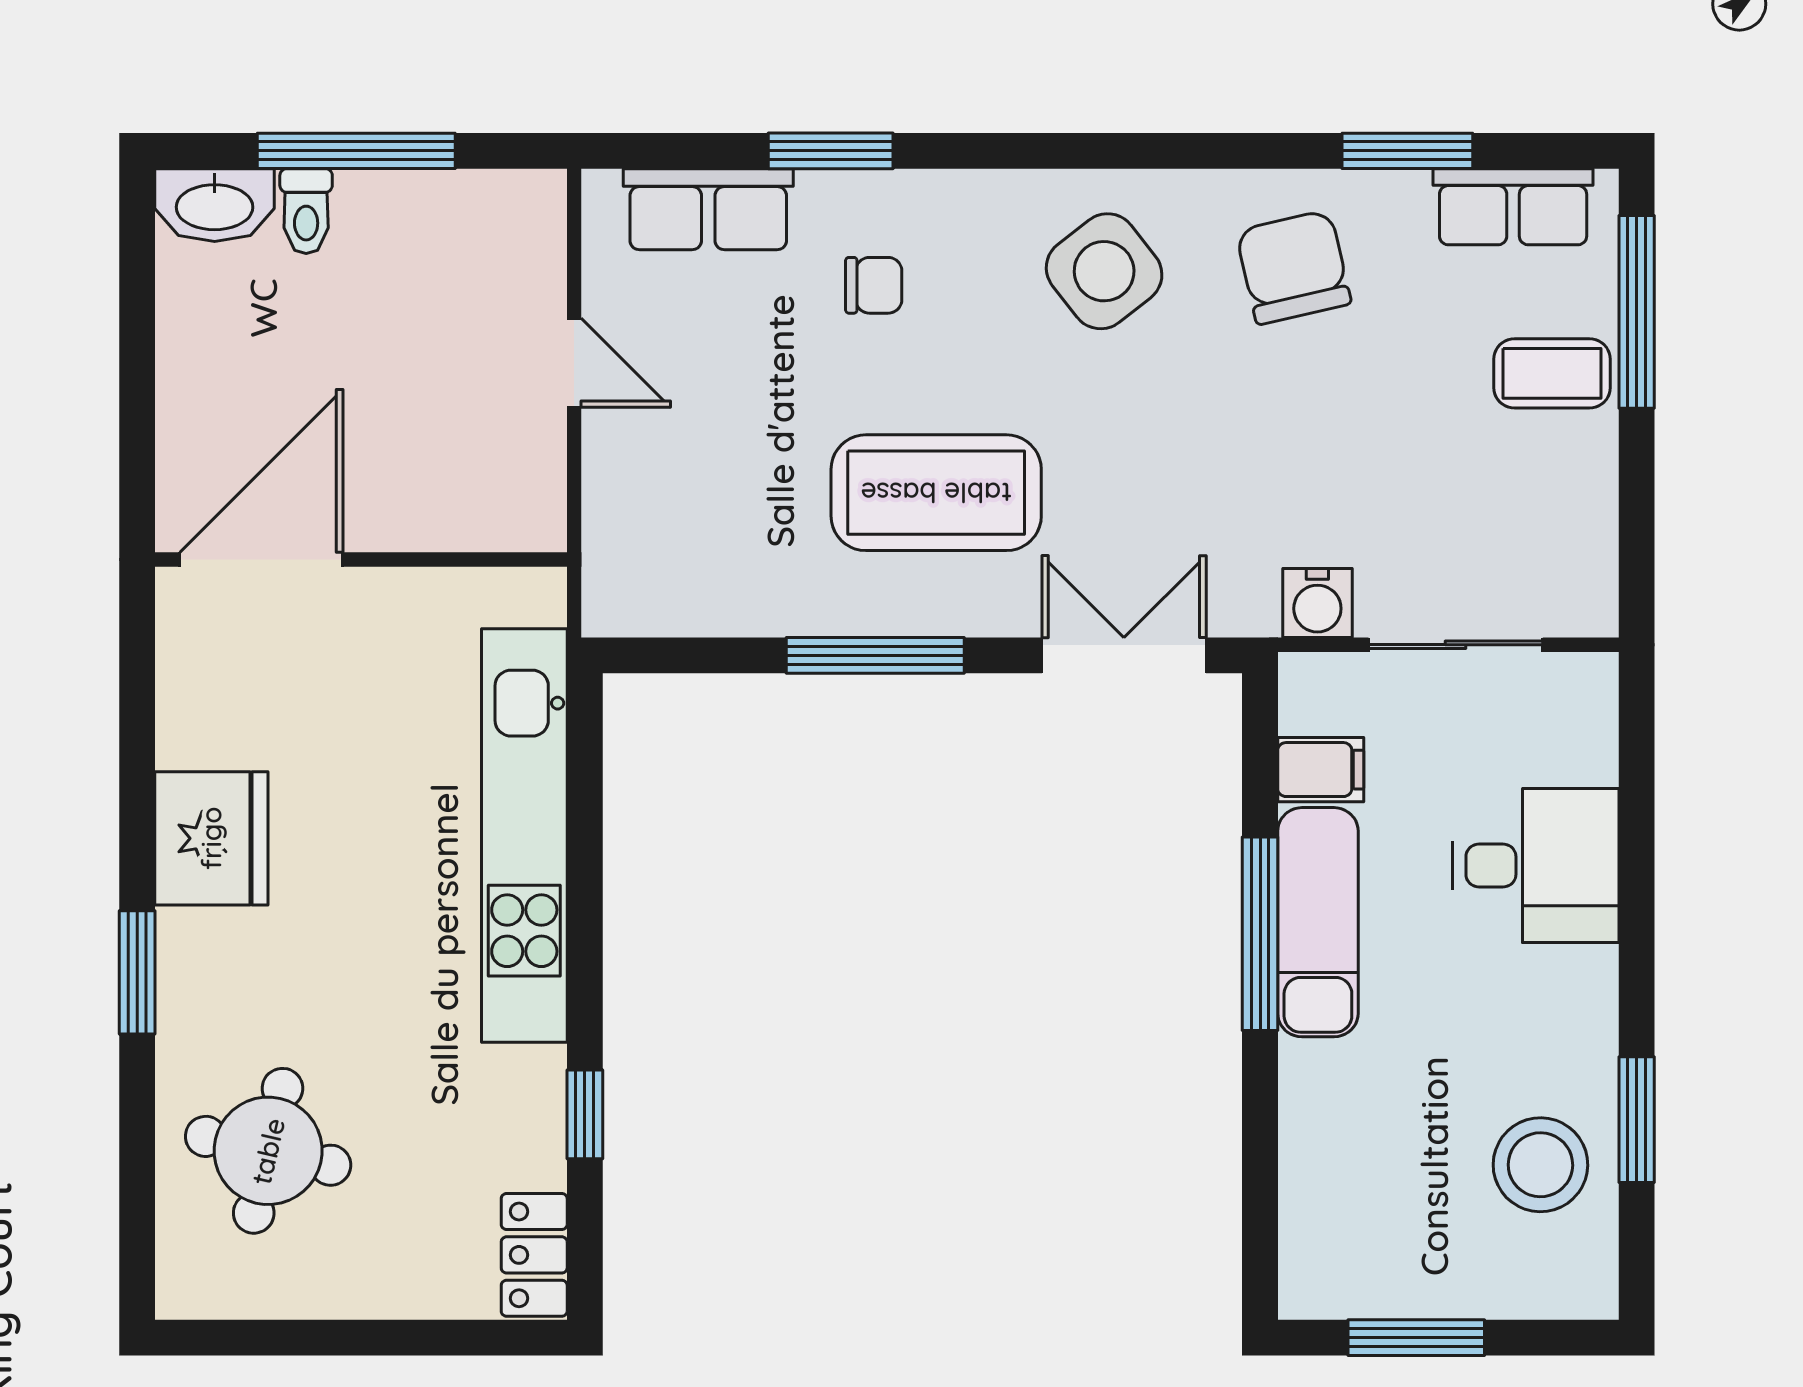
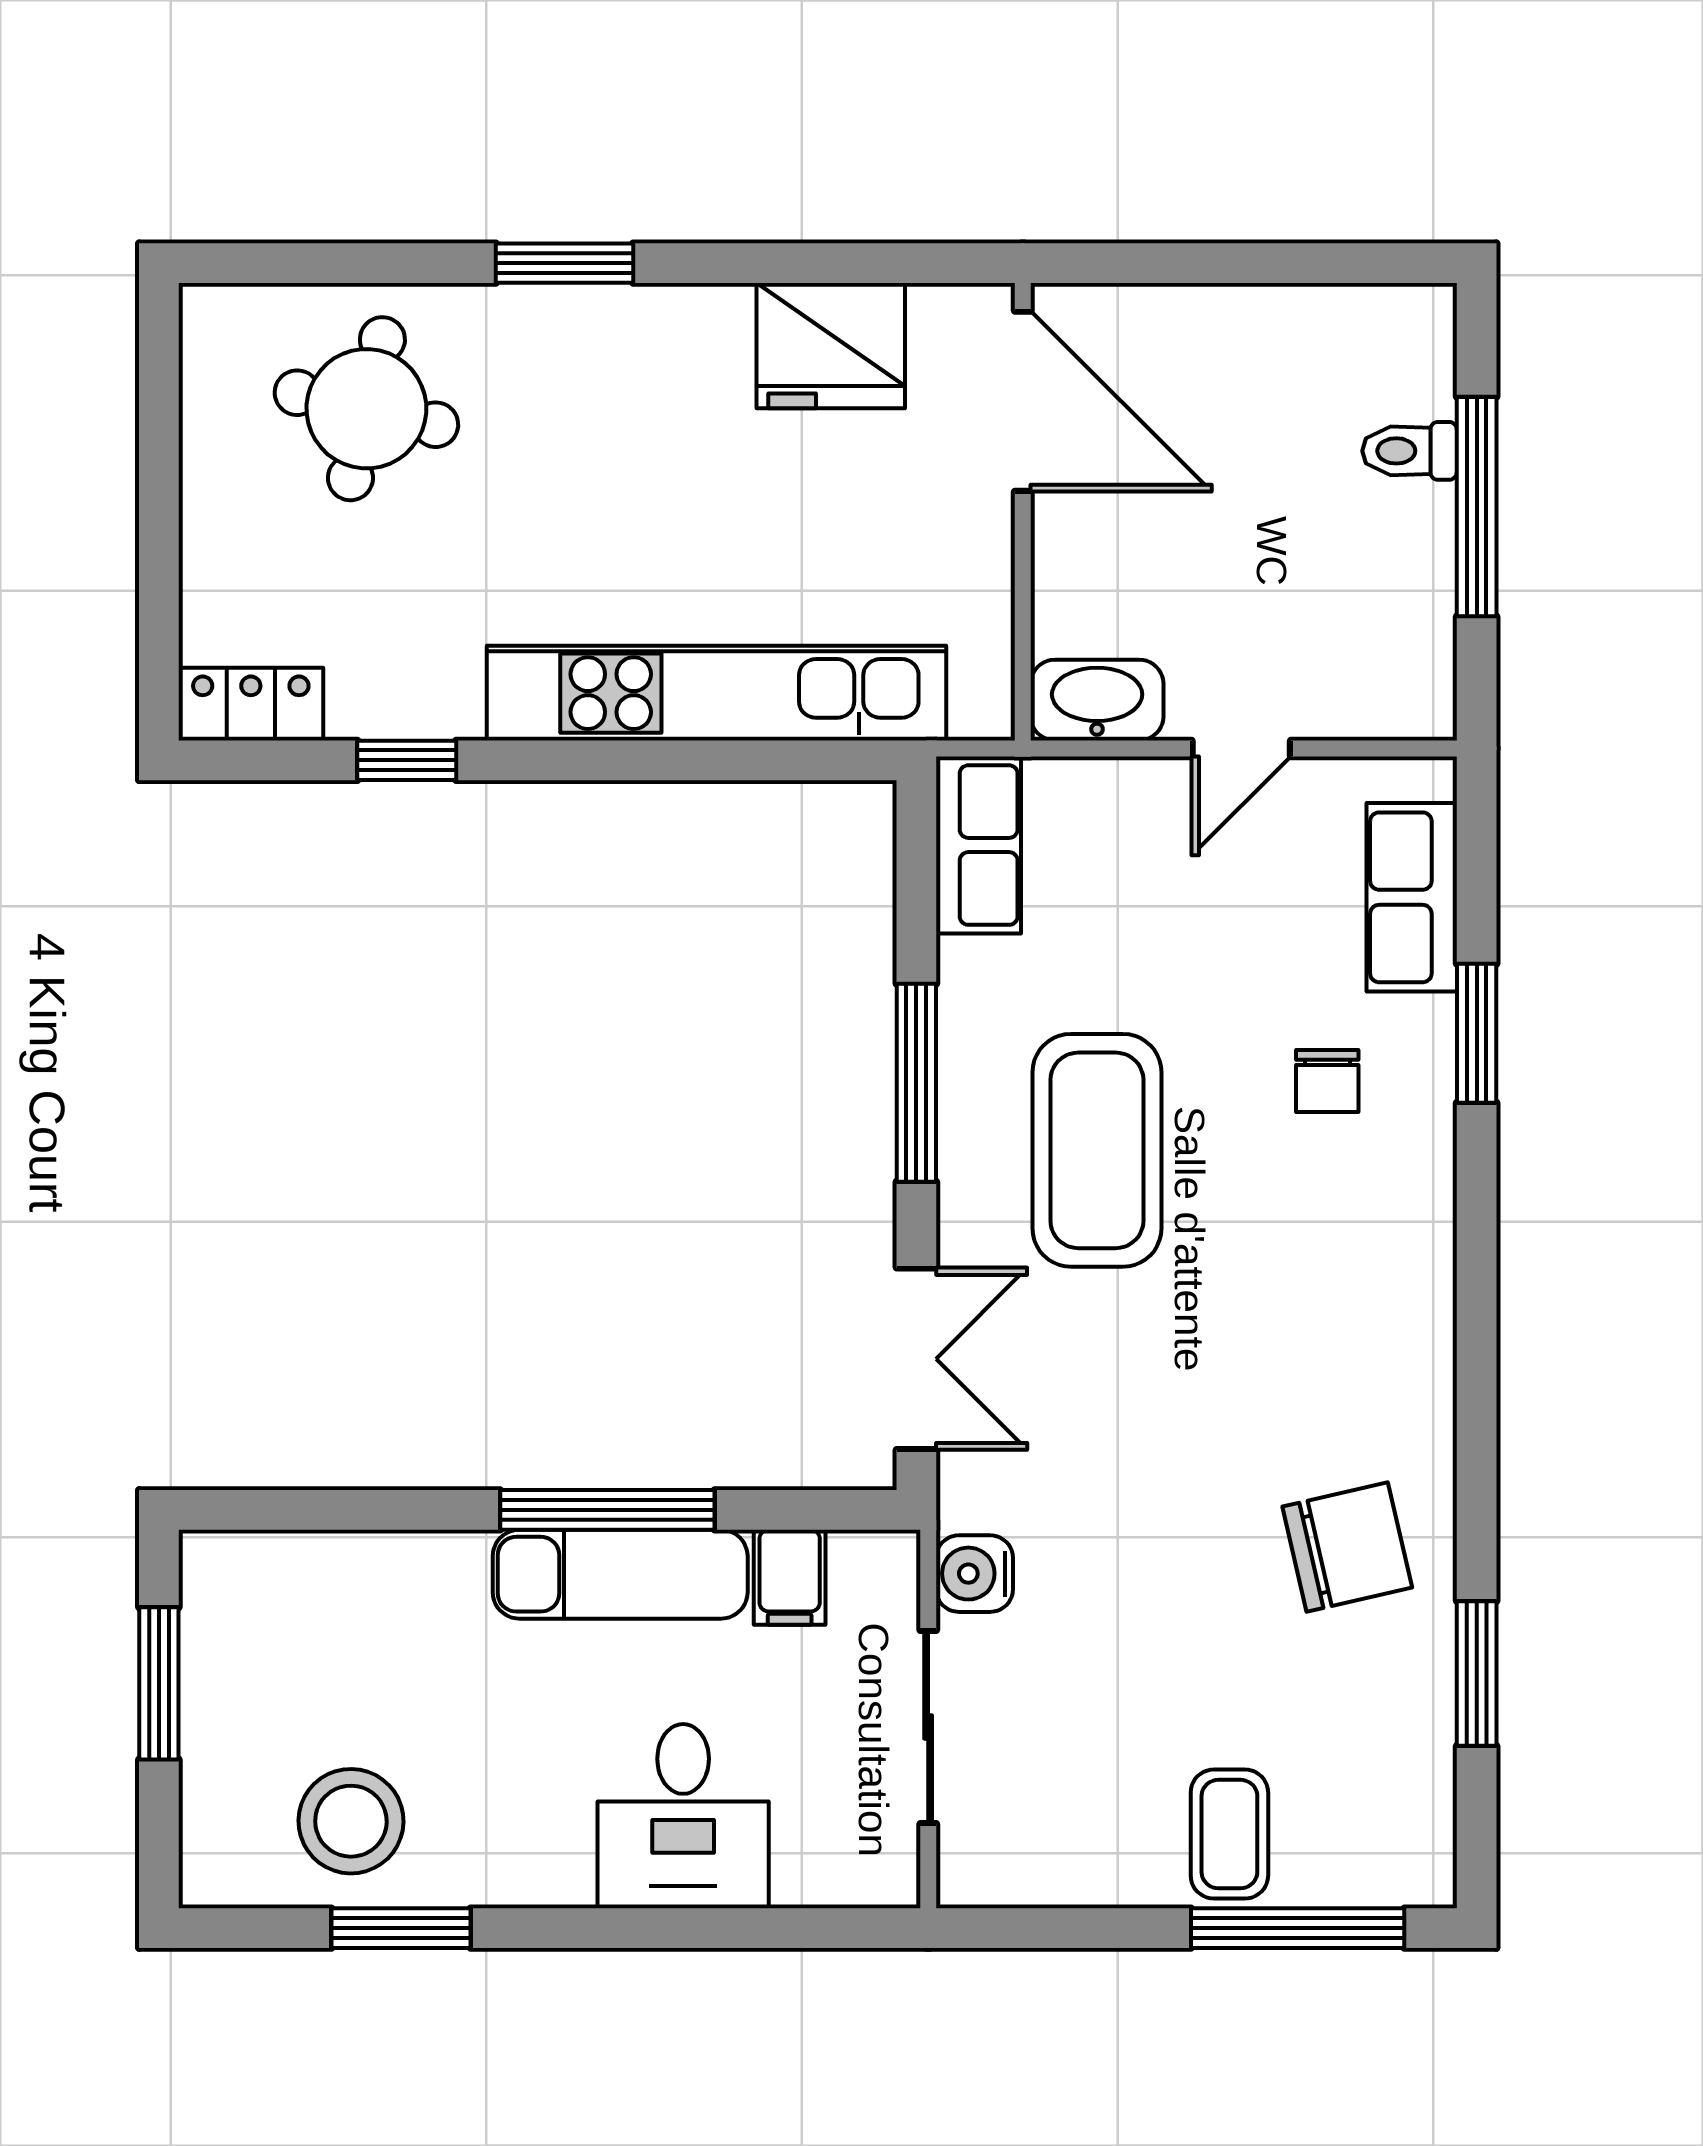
washbasin: (215, 205) -> (1097, 700), moved, turned 90
row of seats: (1513, 207) -> (978, 845), moved, turned 180
side table: (1104, 271) -> (1343, 1337), removed
fridge: (211, 838) -> (831, 346), moved

